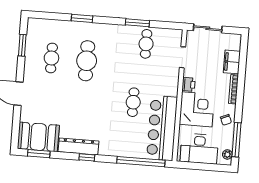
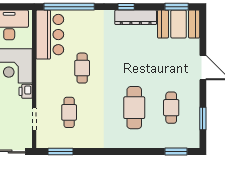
window: (82, 18) -> (176, 152), moved
window: (137, 23) -> (60, 152), moved
cafe table: (146, 44) -> (69, 112), moved
bar counter: (162, 128) -> (50, 35), width x0.73

